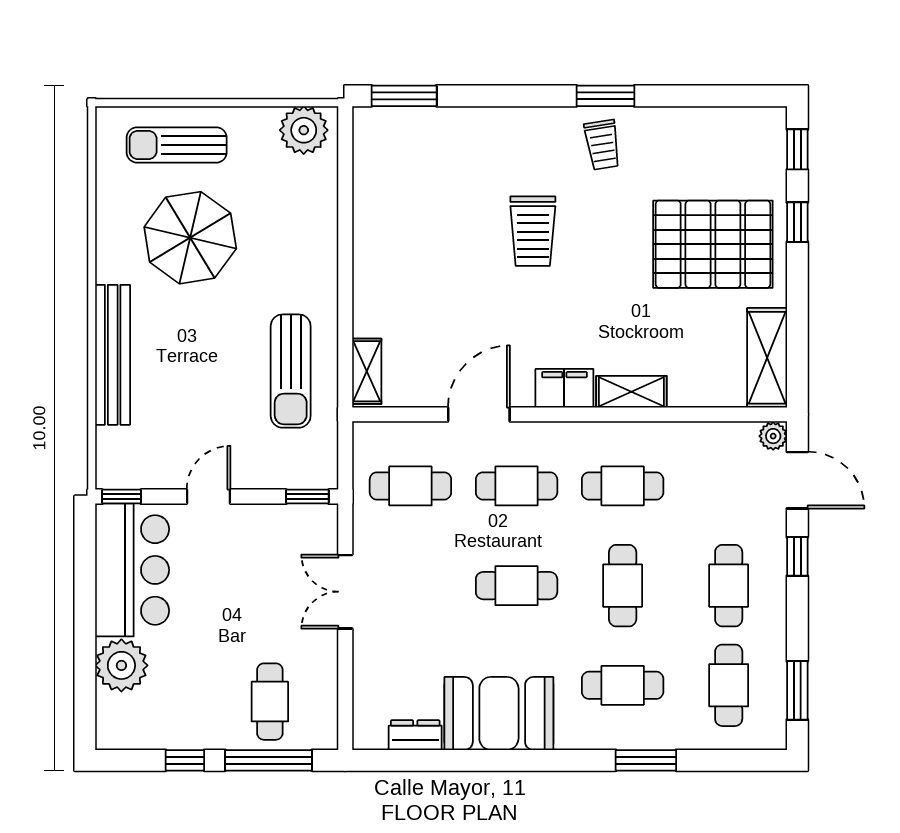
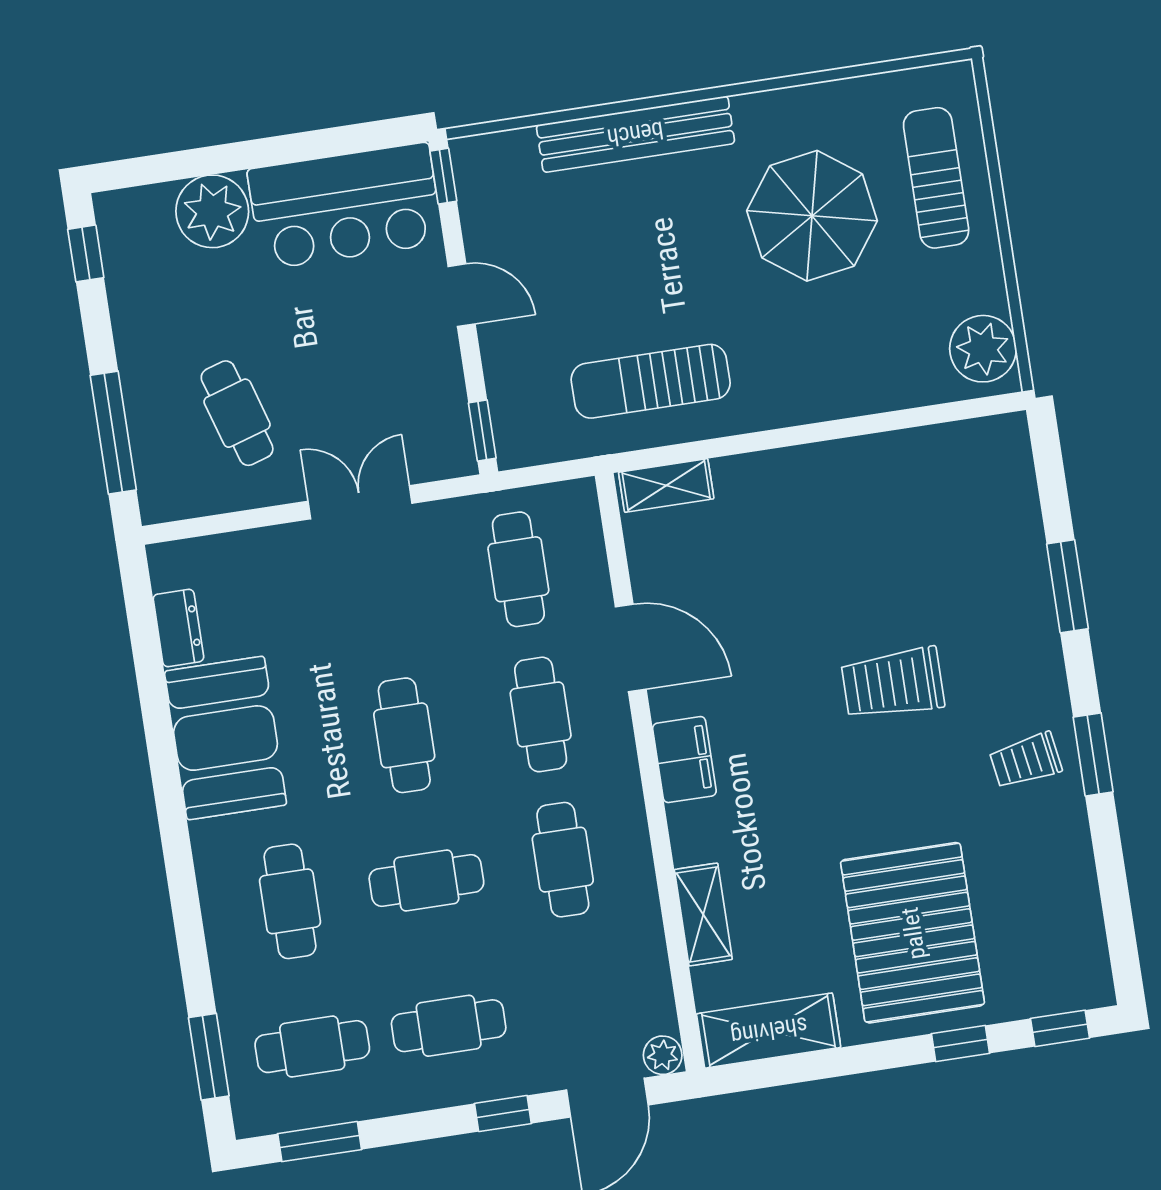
window: (404, 96) -> (1067, 586), moved
shelving: (631, 392) -> (703, 914), moved
cafe table: (270, 702) -> (237, 413), moved, turned 73
window: (185, 760) -> (86, 253), moved
window: (646, 760) -> (209, 1057), moved

